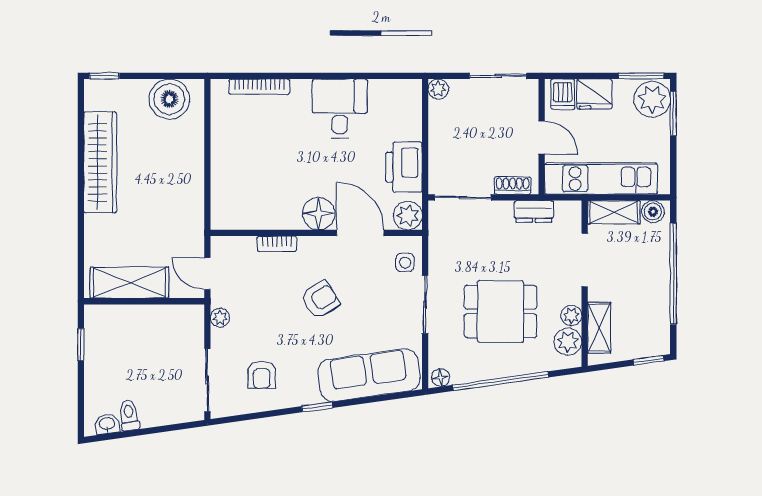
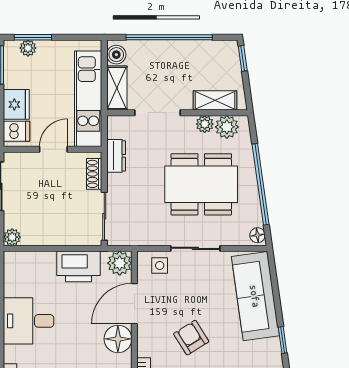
plant: (652, 99) -> (28, 48), width x0.53, depth x0.53
dining table: (500, 311) -> (201, 184), width x1.38

